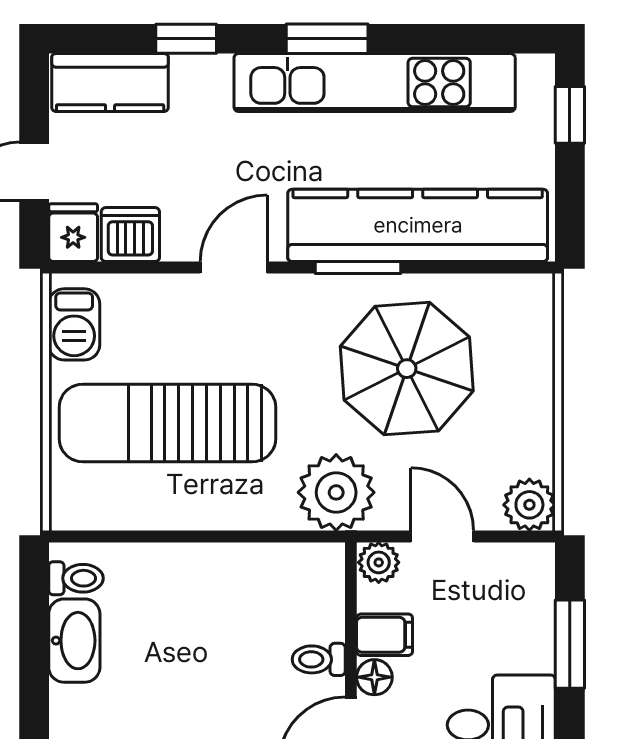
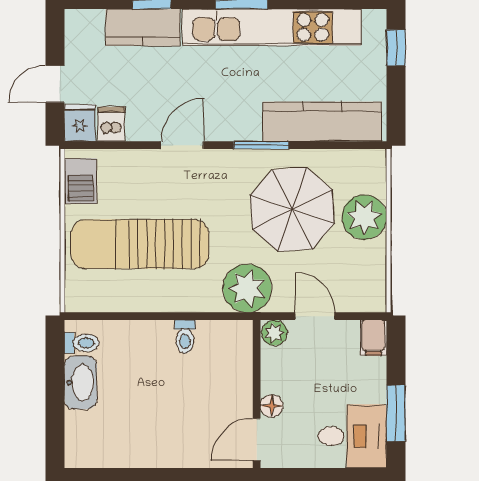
kitchen counter: (110, 83) -> (143, 27), moved
kitchen counter: (418, 225) -> (322, 122), width x0.72, depth x0.86
dishwasher: (130, 235) -> (111, 124), width x0.73
plant: (529, 505) -> (364, 217), moved, width x1.36, depth x1.36
filing cabinet: (385, 635) -> (373, 338), moved, turned 90
window: (570, 644) -> (396, 413), moved
toilet: (319, 659) -> (185, 337), moved, turned -90

